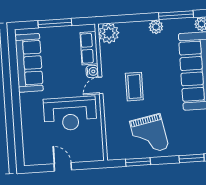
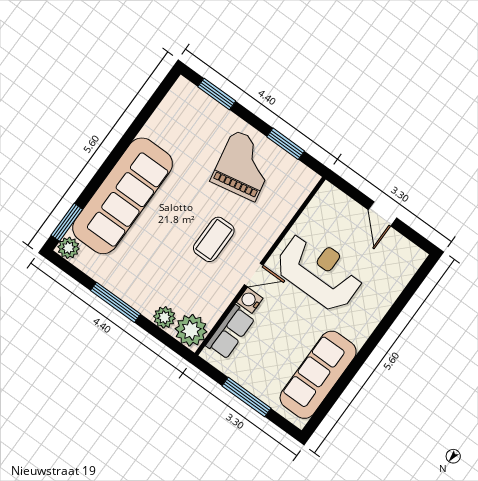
window: (176, 15) -> (116, 302), moved
plant: (156, 27) -> (164, 317), moved

